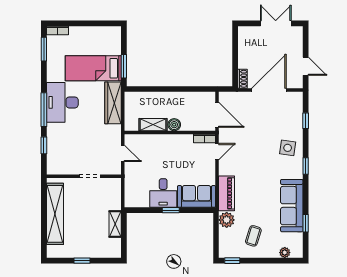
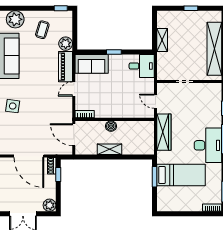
plant: (245, 33) -> (50, 205), added
window: (235, 69) -> (58, 175), added
door: (269, 90) -> (29, 156), hinge flipped
wardrobe: (113, 103) -> (164, 132), moved
shelving: (153, 125) -> (110, 149), moved
door: (217, 152) -> (74, 89), moved
desk: (163, 193) -> (142, 66), moved, turned 90
plant: (285, 253) -> (15, 19), width x1.87, depth x1.87

